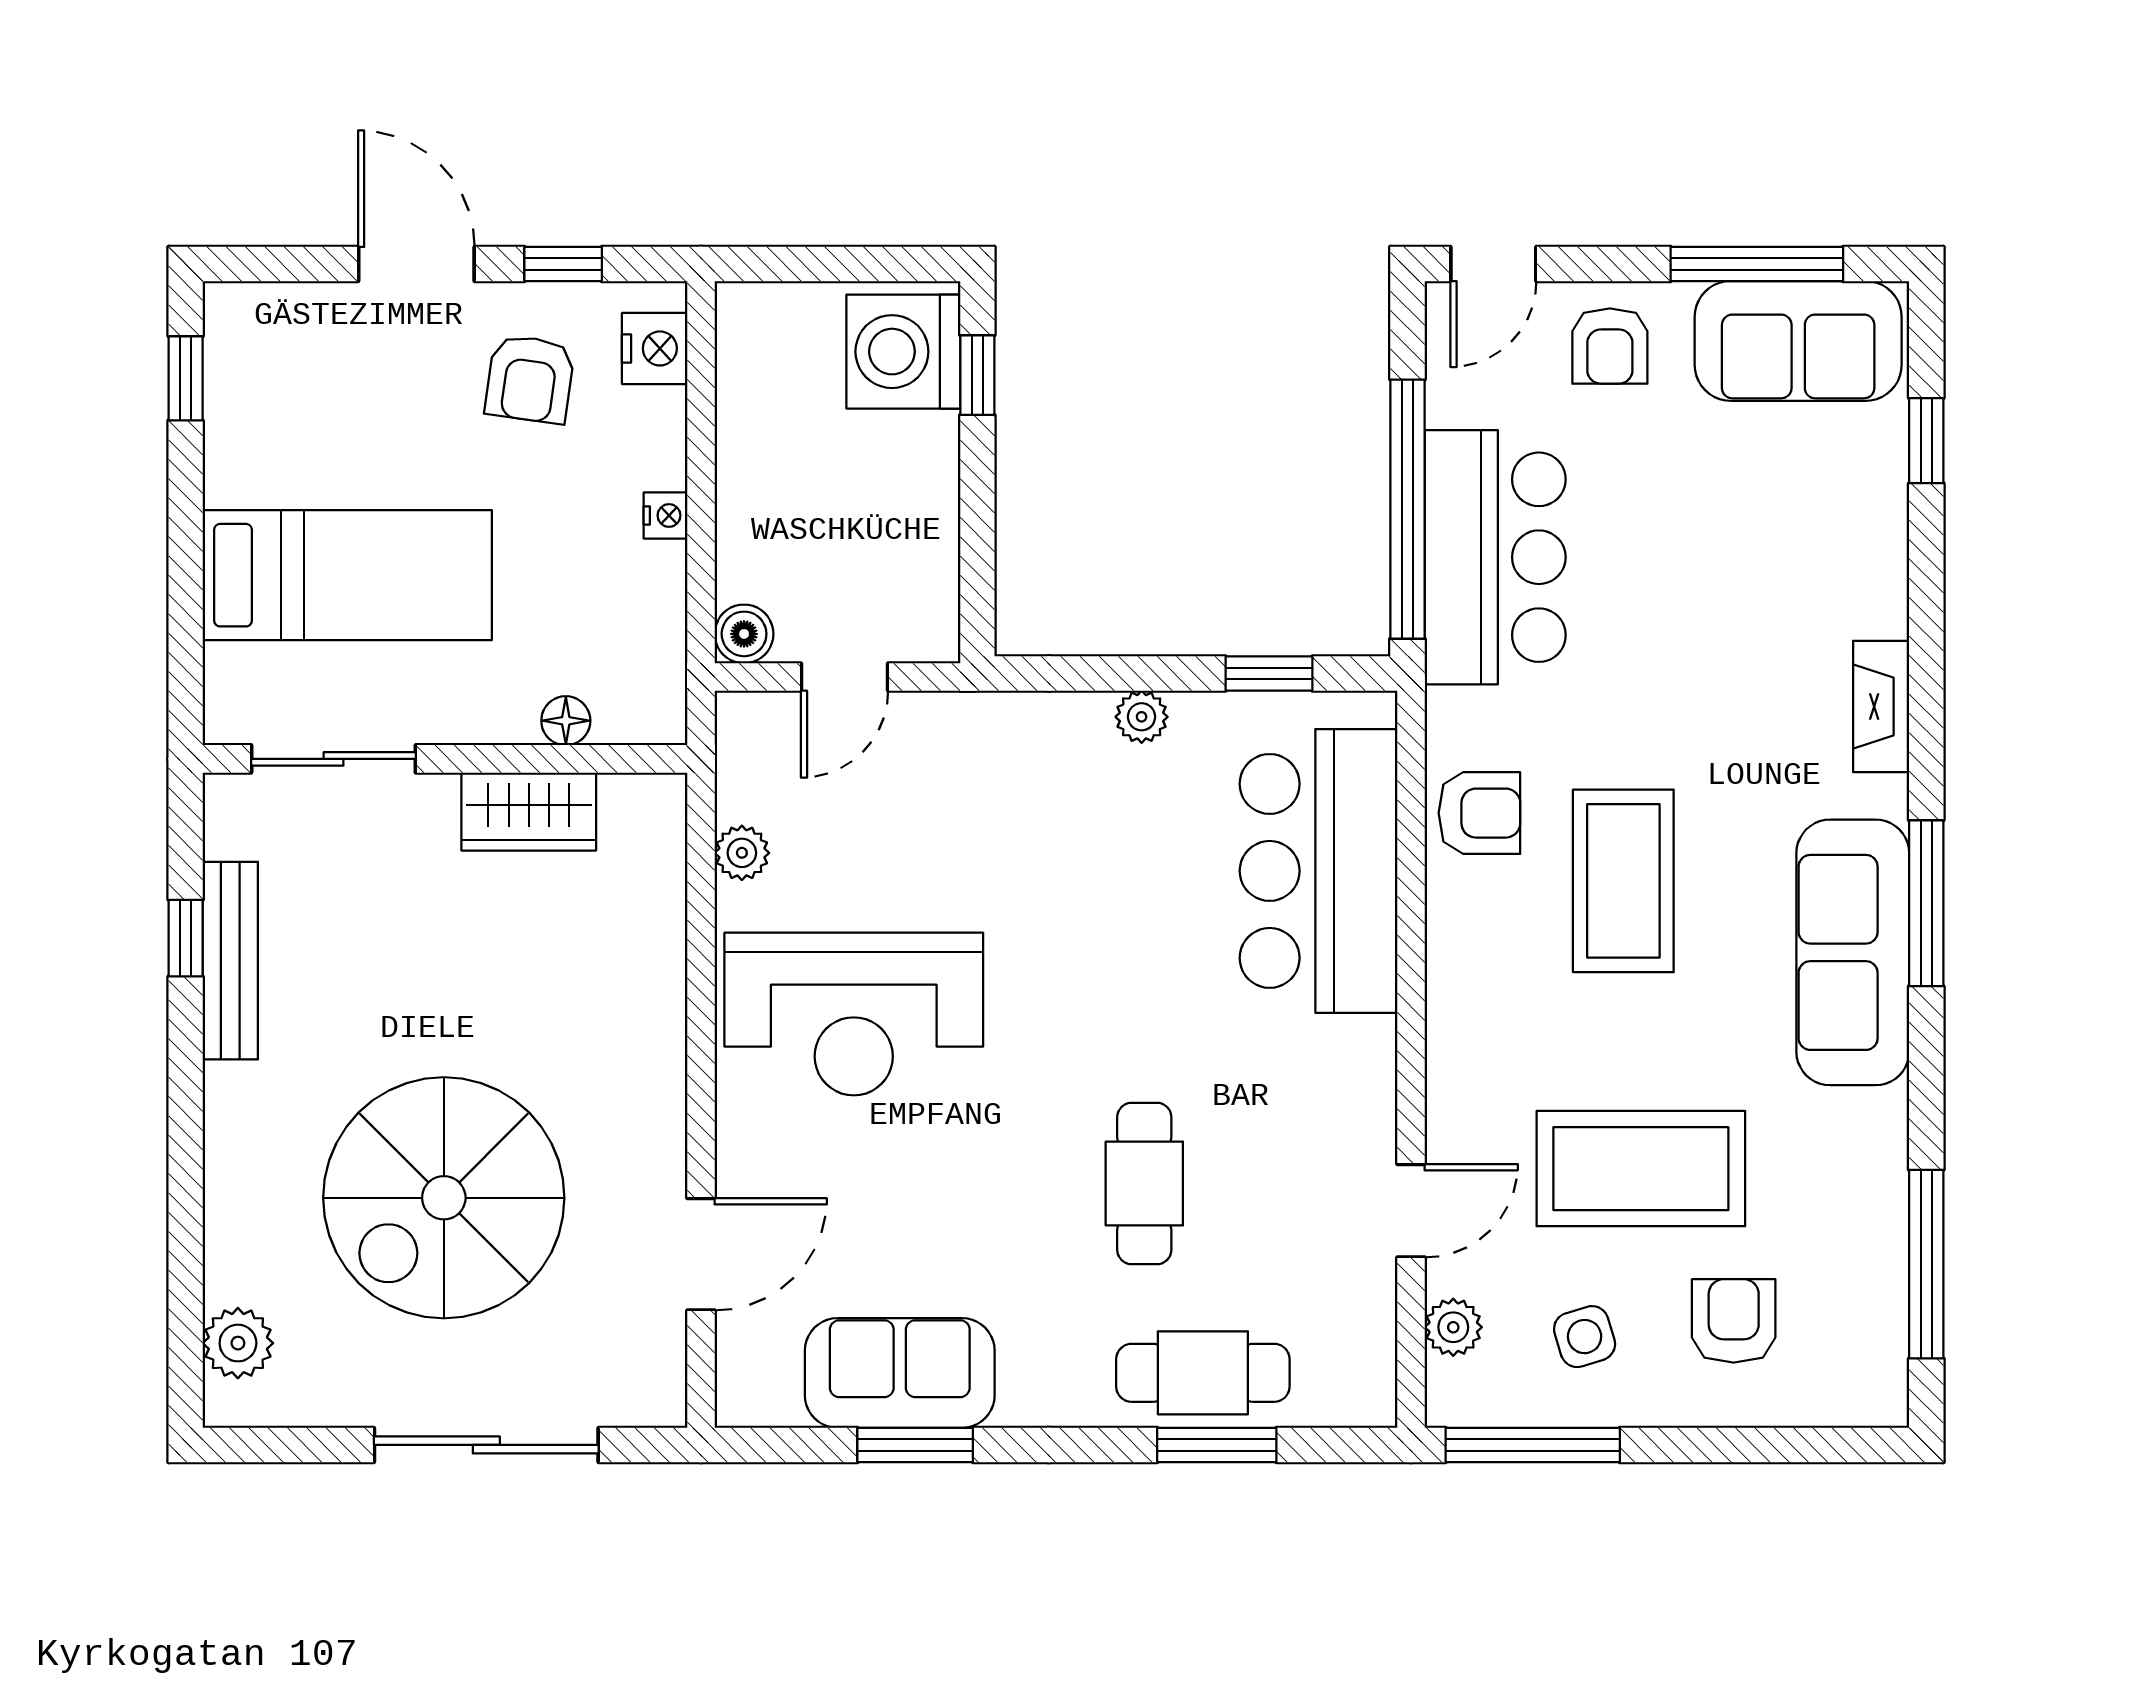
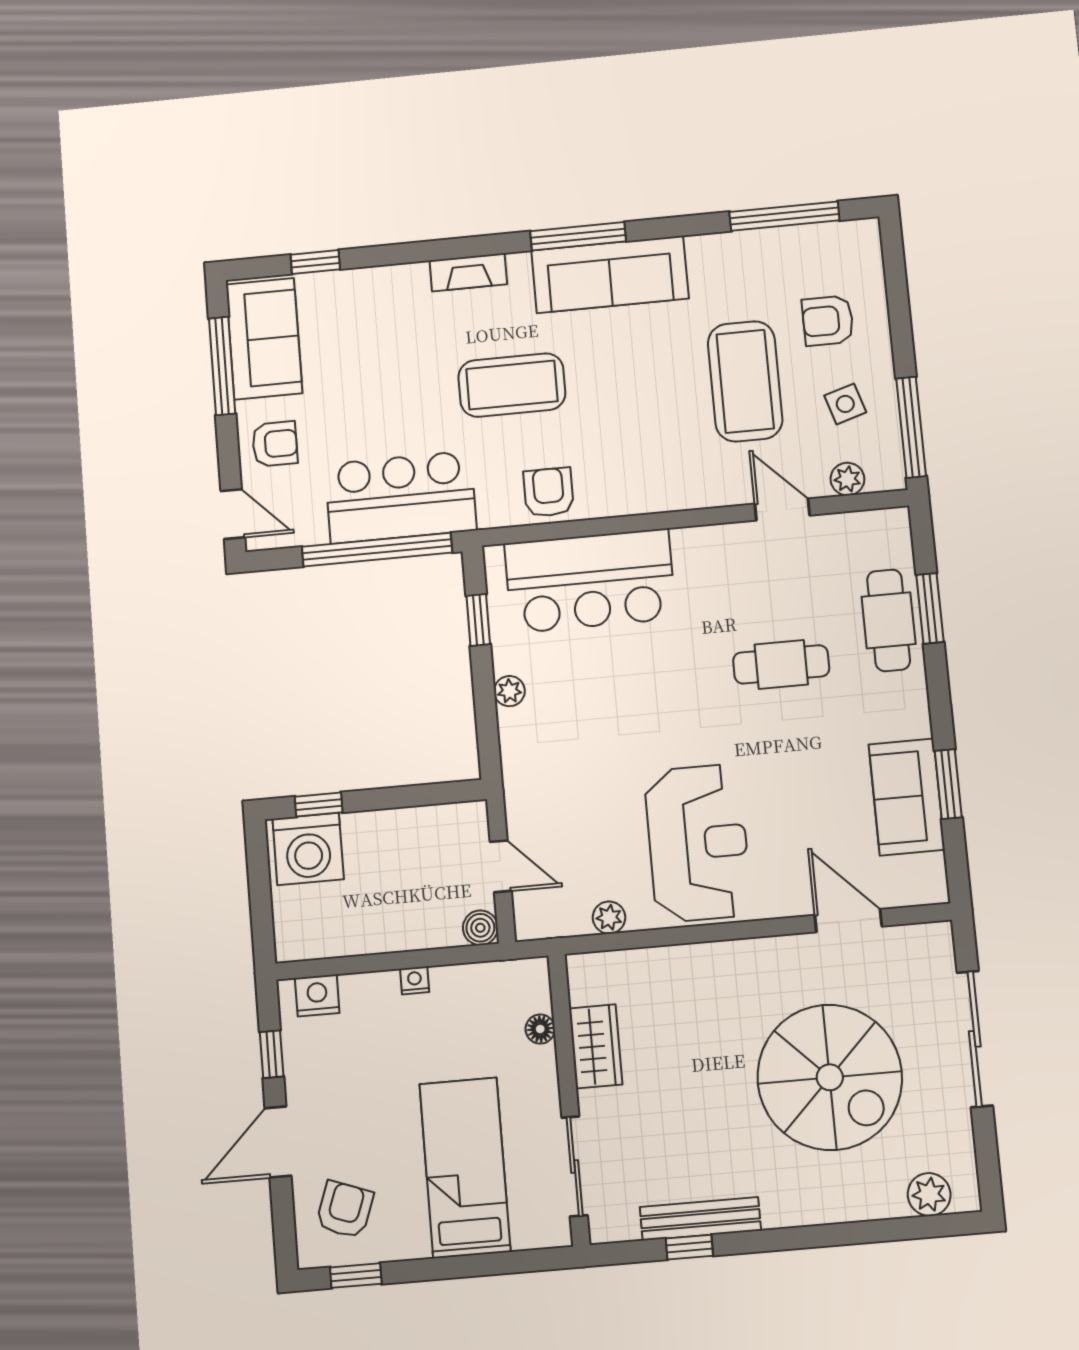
armchair: (530, 379) -> (345, 1210), moved, turned -78
coffee table: (1623, 881) -> (512, 385), moved

